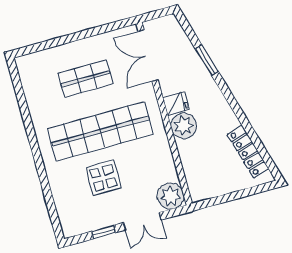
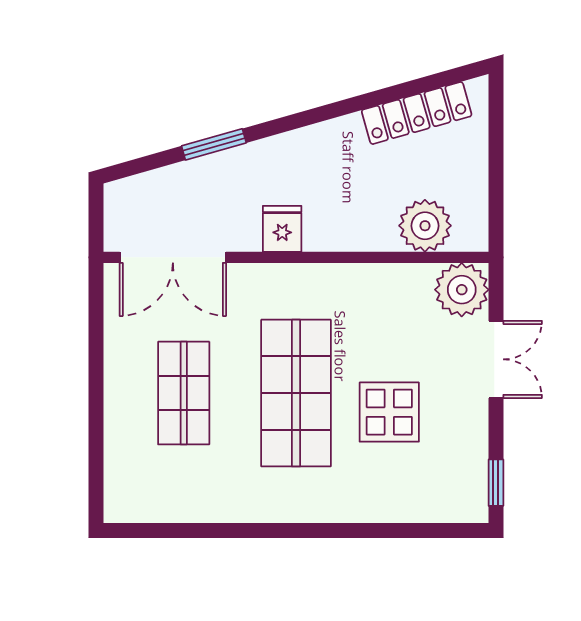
plant: (184, 126) -> (425, 226), moved
shop shelf: (100, 131) -> (296, 393), width x0.71
window: (103, 232) -> (496, 483), moved

